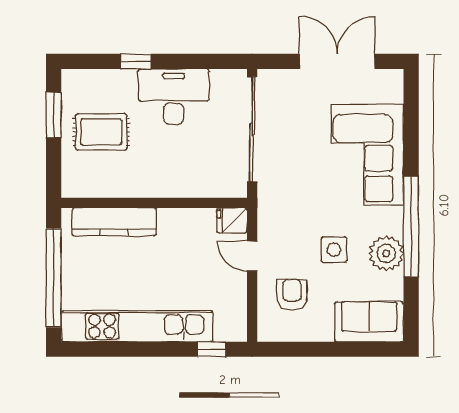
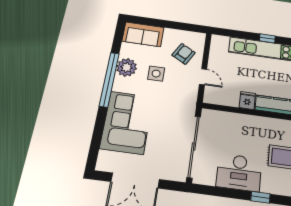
fridge: (232, 220) -> (247, 101), moved, turned -90
armchair: (292, 295) -> (184, 54), turned -151
window: (211, 349) -> (267, 38), moved

